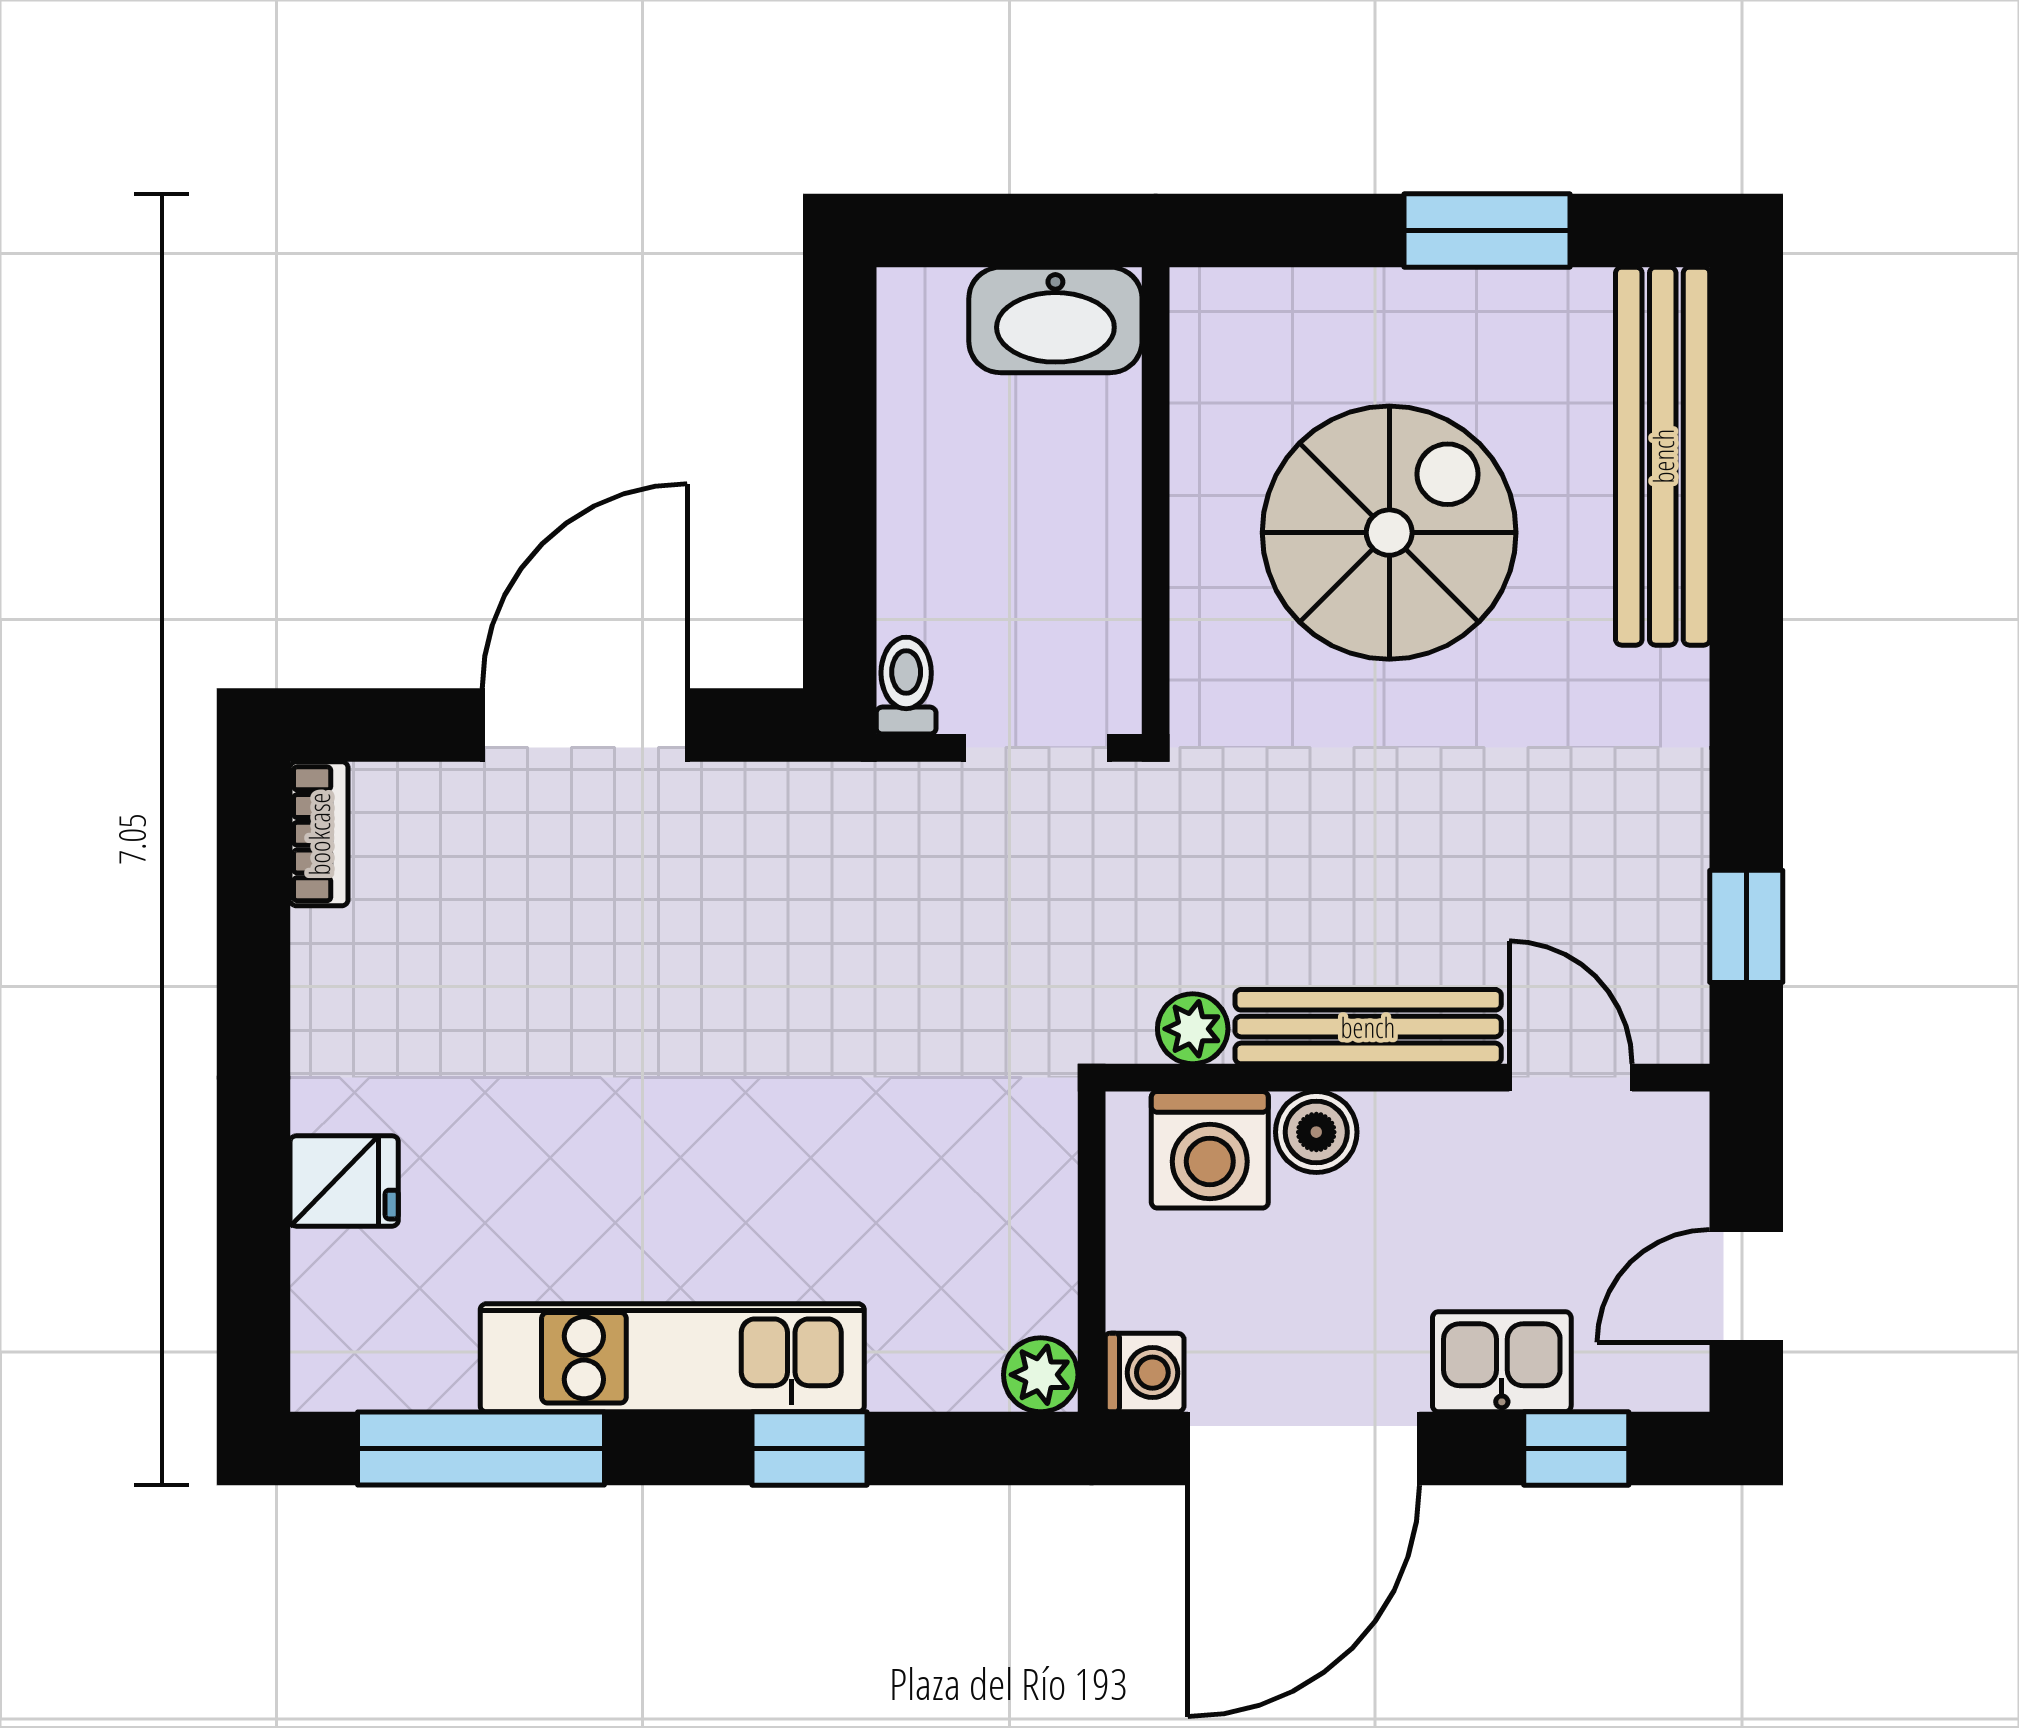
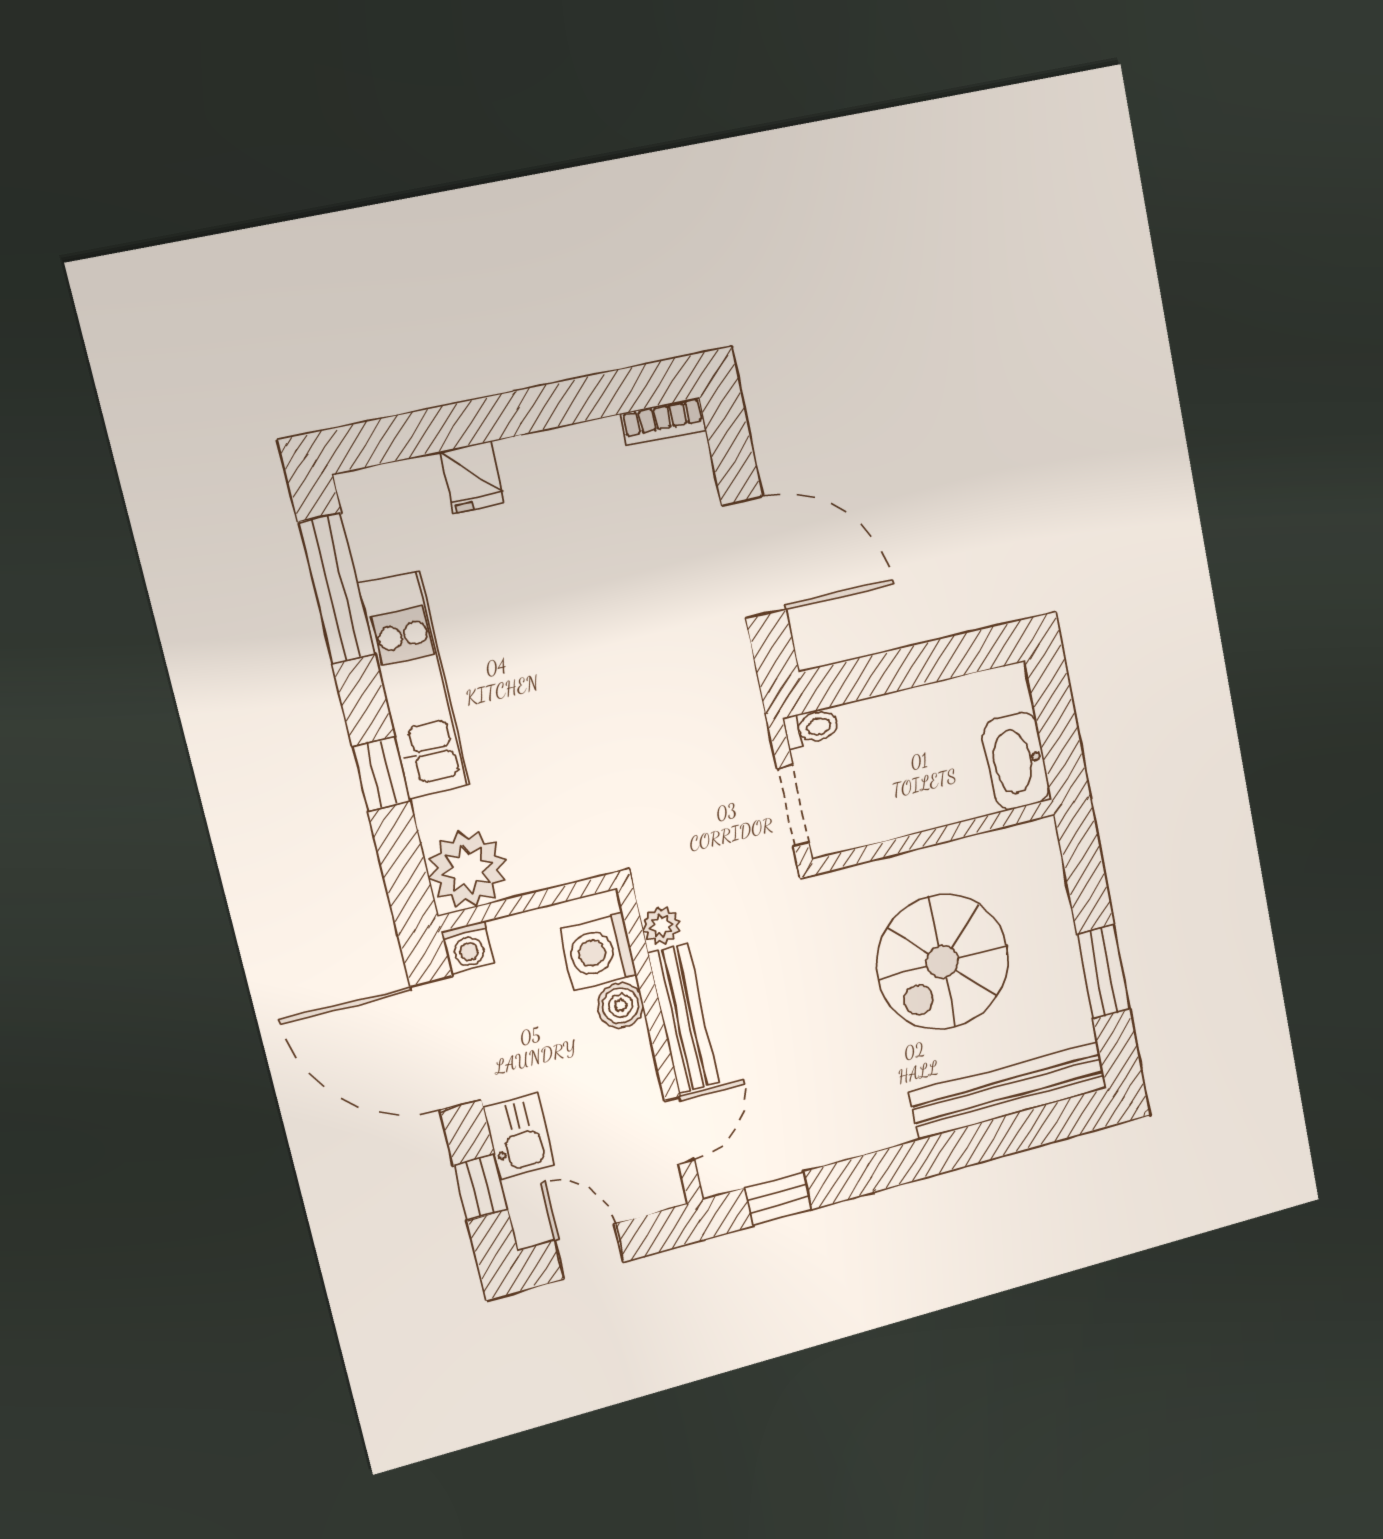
spiral stairs: (1389, 533) -> (942, 962), turned 90
plant: (1041, 1375) -> (467, 869), width x1.88, depth x1.88

